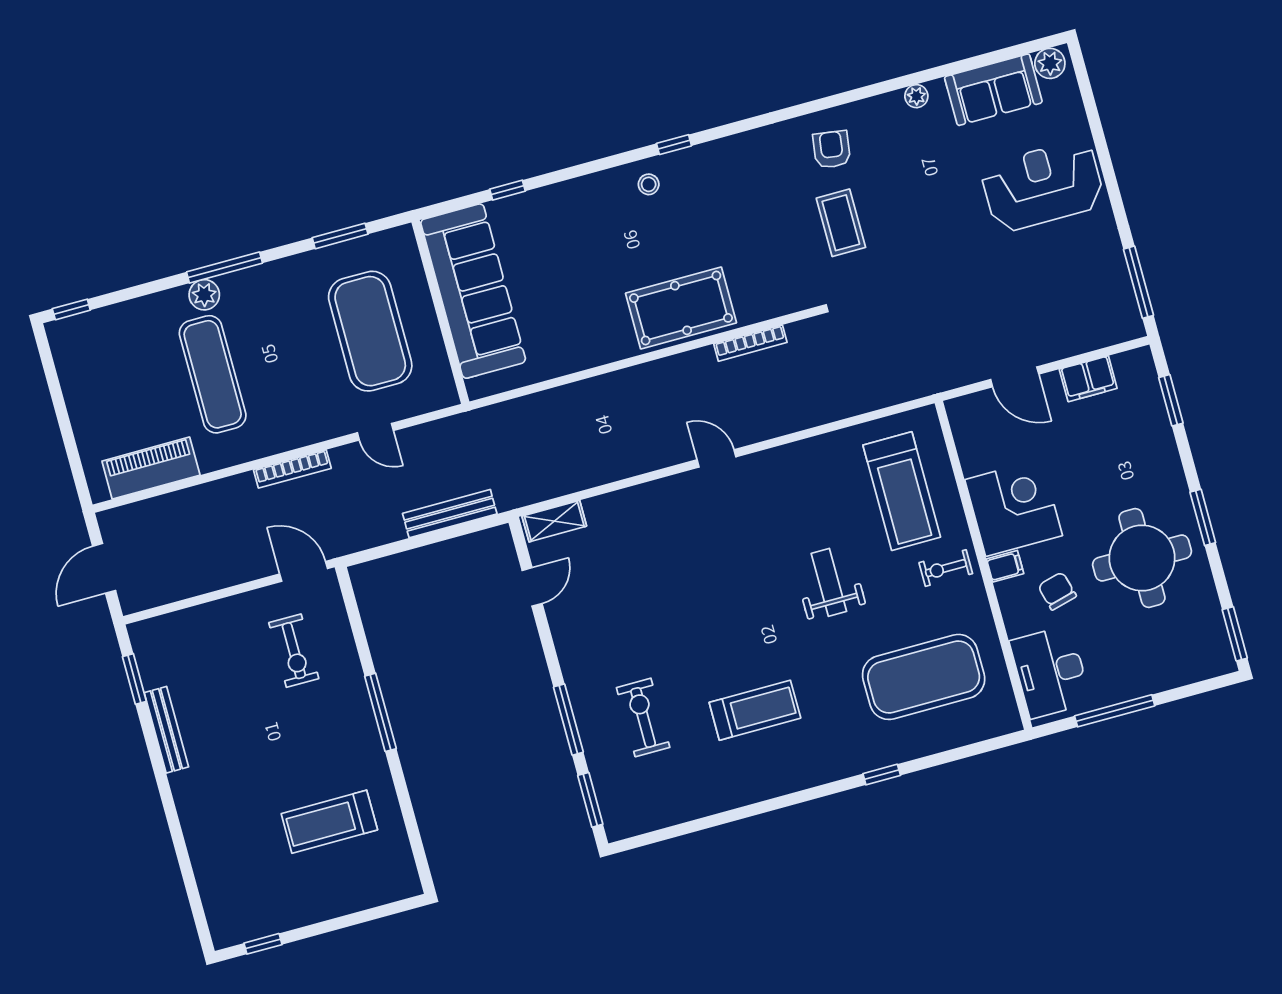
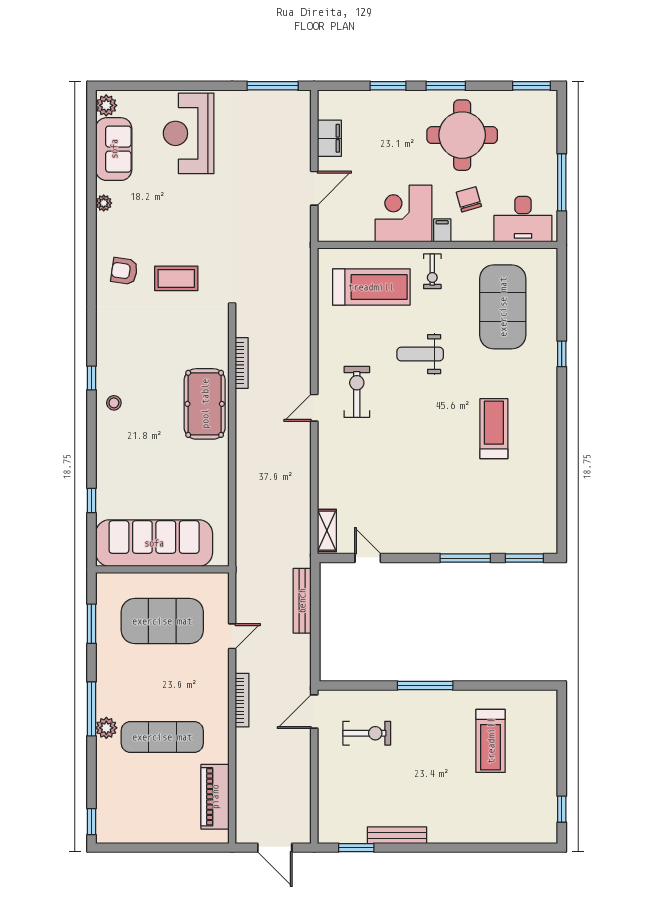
window: (1171, 400) -> (388, 86), moved
chair: (1057, 591) -> (469, 199), turned 89
exercise bike: (643, 717) -> (357, 392), moved, turned 90

